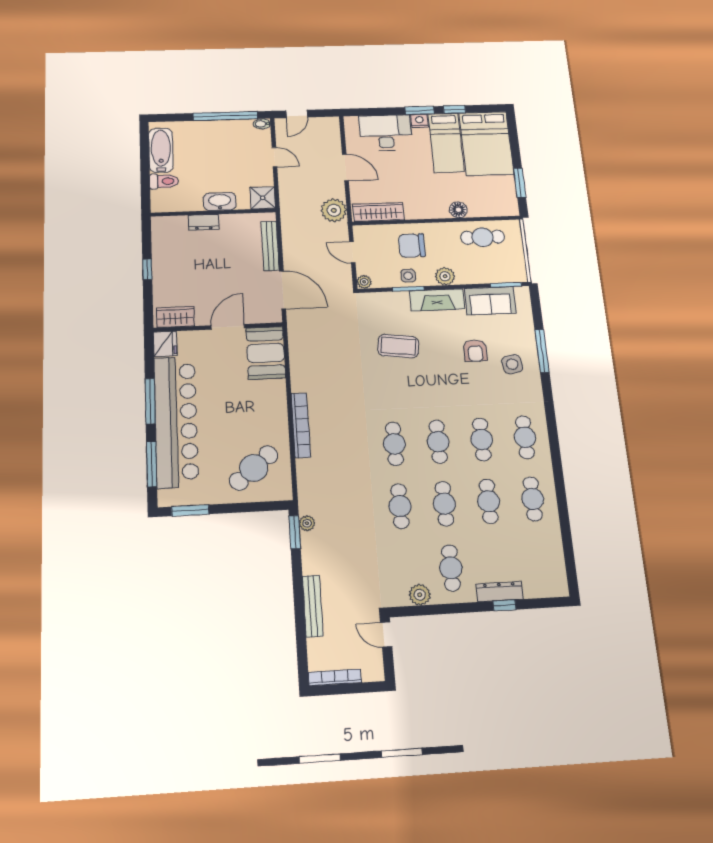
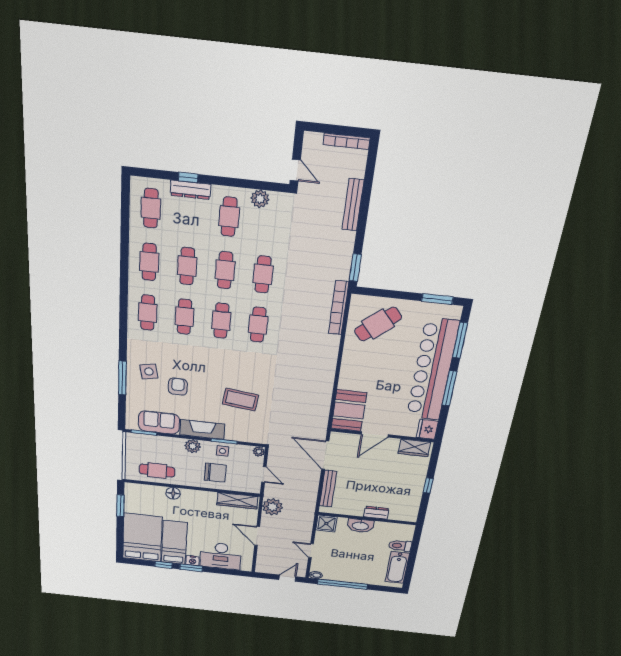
bookcase: (301, 425) -> (339, 308), moved
plant: (307, 523) -> (344, 273), removed
cafe table: (541, 563) -> (151, 208), added

